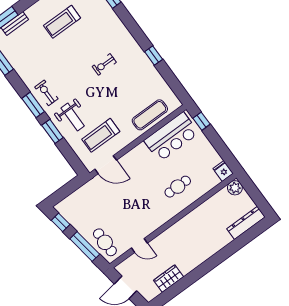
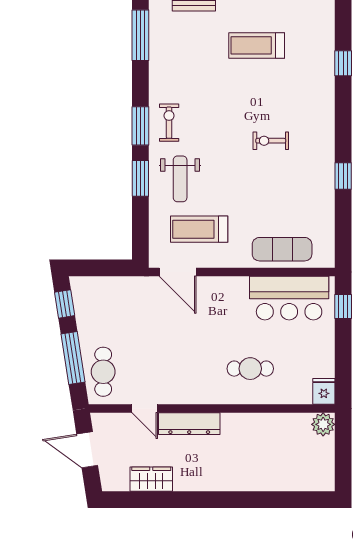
dresser: (246, 223) -> (189, 424), moved, turned 180

